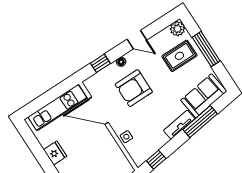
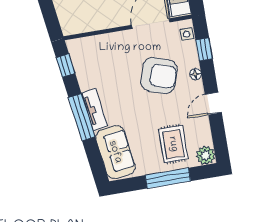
armchair: (134, 88) -> (159, 75), turned 109
window: (200, 122) -> (82, 117), moved
side table: (126, 137) -> (186, 34), moved

